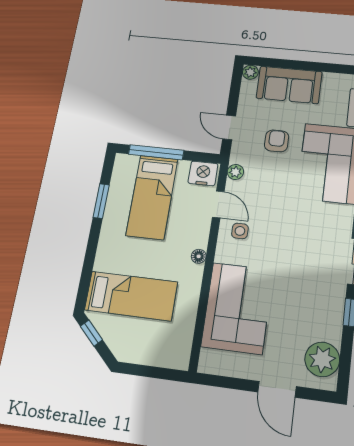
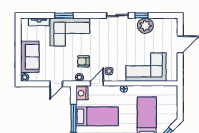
armchair: (277, 141) -> (83, 61), moved
plant: (322, 359) -> (145, 26), moved

